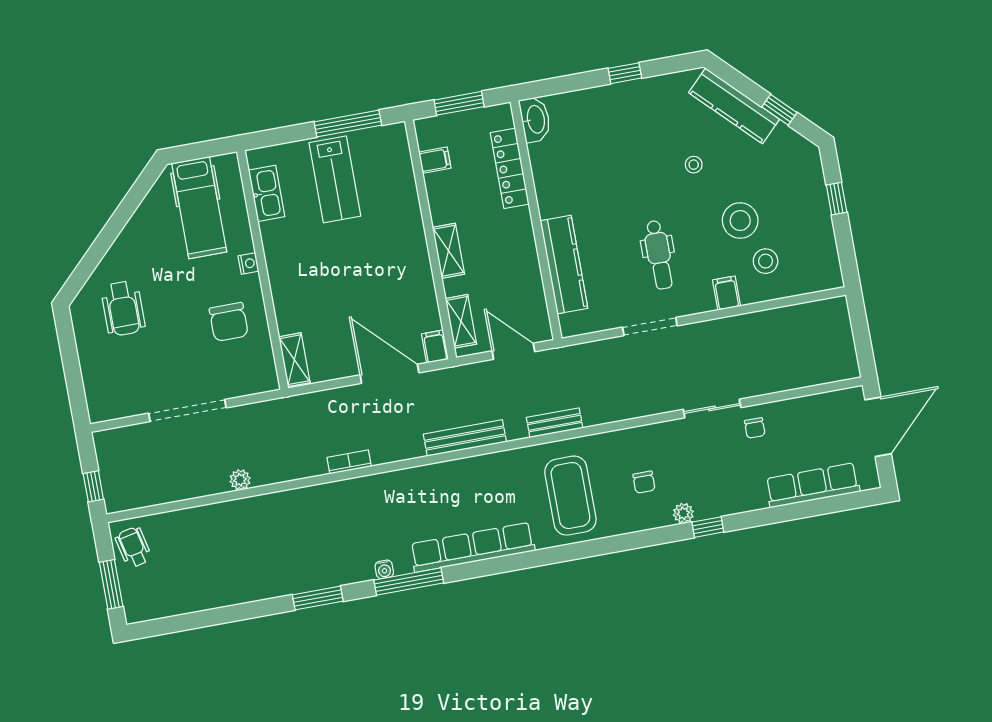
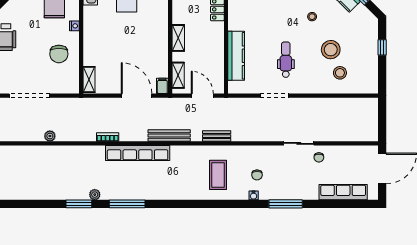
dental chair: (659, 255) -> (286, 60), turned 180
filing cabinet: (727, 293) -> (317, 86), removed
coffee table: (570, 496) -> (218, 175), width x0.73, depth x0.76
plant: (683, 513) -> (95, 195), moved
window: (708, 527) -> (286, 204), width x2.17
row of seats: (472, 547) -> (138, 153), moved, turned 180
water cooler: (384, 569) -> (254, 195), moved

